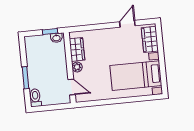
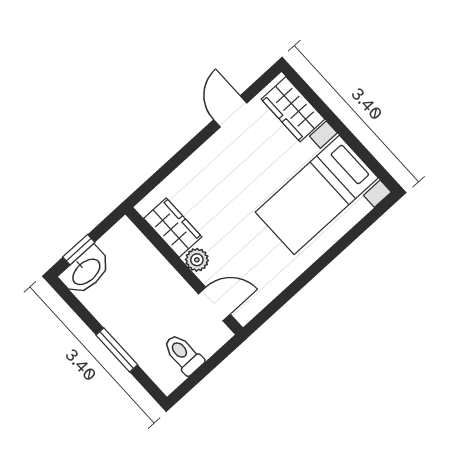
window: (50, 32) -> (79, 250), moved
washbasin: (56, 38) -> (86, 271), moved, width x1.91, depth x1.45
toilet: (35, 98) -> (183, 354), moved

